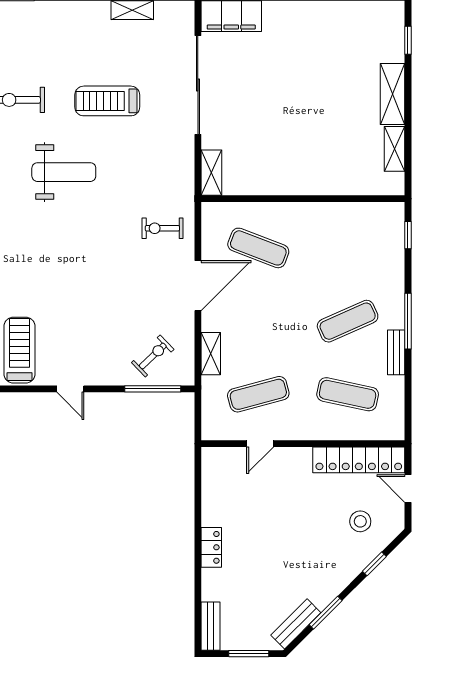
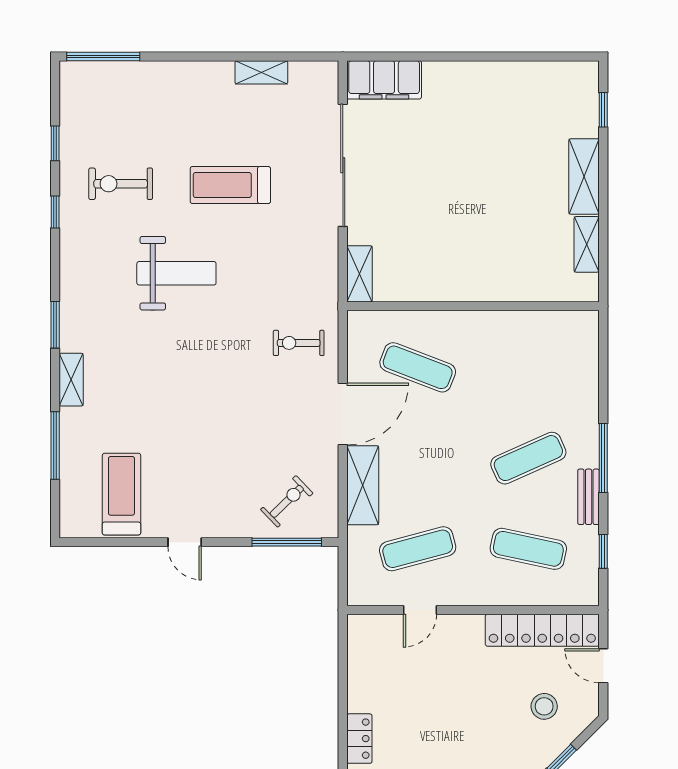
window: (408, 235) -> (603, 551), moved
shelving: (211, 354) -> (363, 485), width x1.50, depth x1.33

